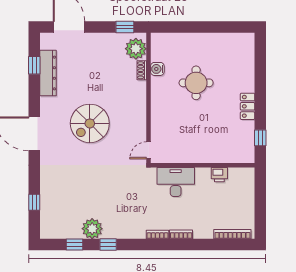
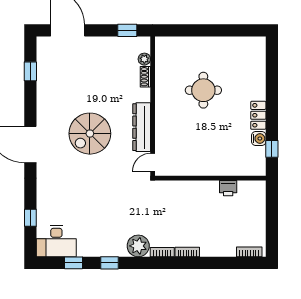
plant: (136, 49) -> (144, 59), width x0.53, depth x0.53
water cooler: (157, 69) -> (259, 139), moved, turned 180
dresser: (48, 73) -> (142, 127), moved, turned 180
desk: (176, 182) -> (56, 241), moved, turned 180
plant: (92, 229) -> (138, 246), moved
bookcase: (232, 234) -> (249, 252), width x0.64

